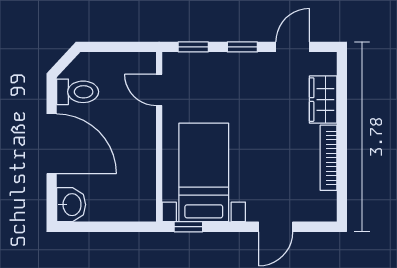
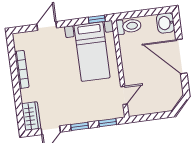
door: (159, 90) -> (124, 95), hinge flipped
toilet: (78, 92) -> (129, 26), moved, turned 180
wardrobe: (323, 100) -> (31, 116), moved

